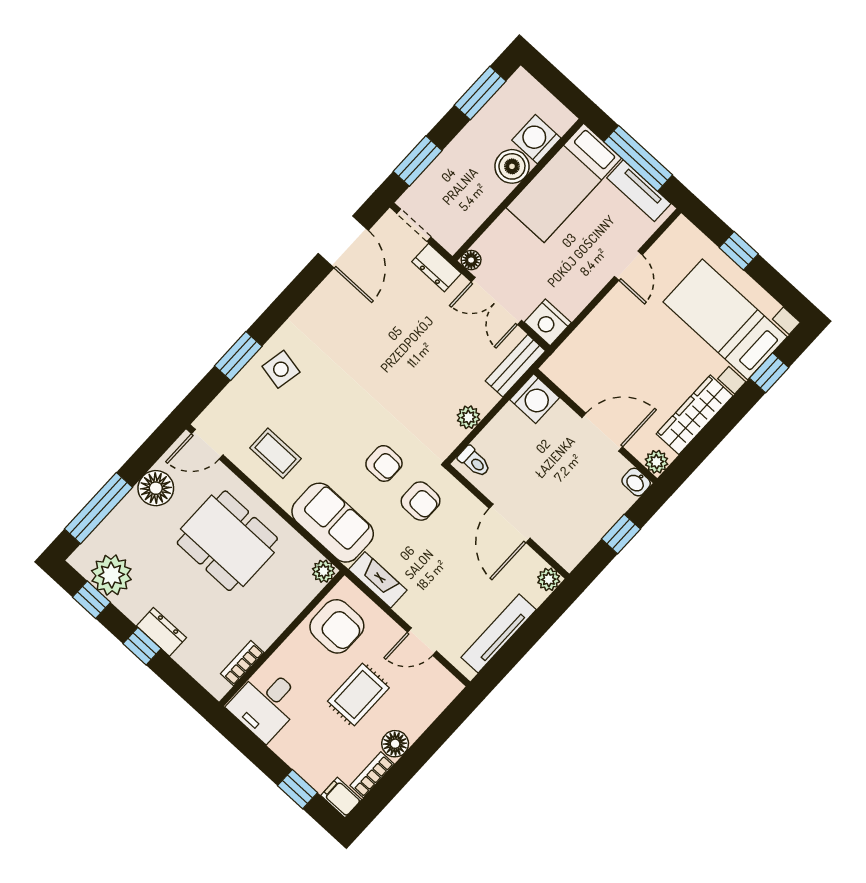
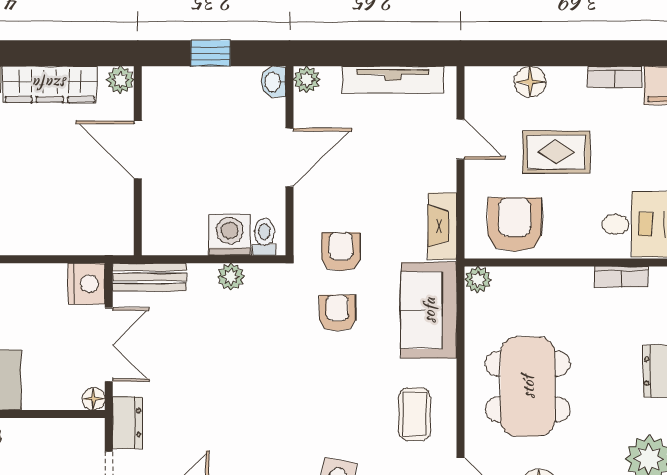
washing machine: (535, 399) -> (230, 235), moved
washbasin: (636, 482) -> (273, 82), moved, turned 180
floor lamp: (395, 744) -> (530, 82), moved

